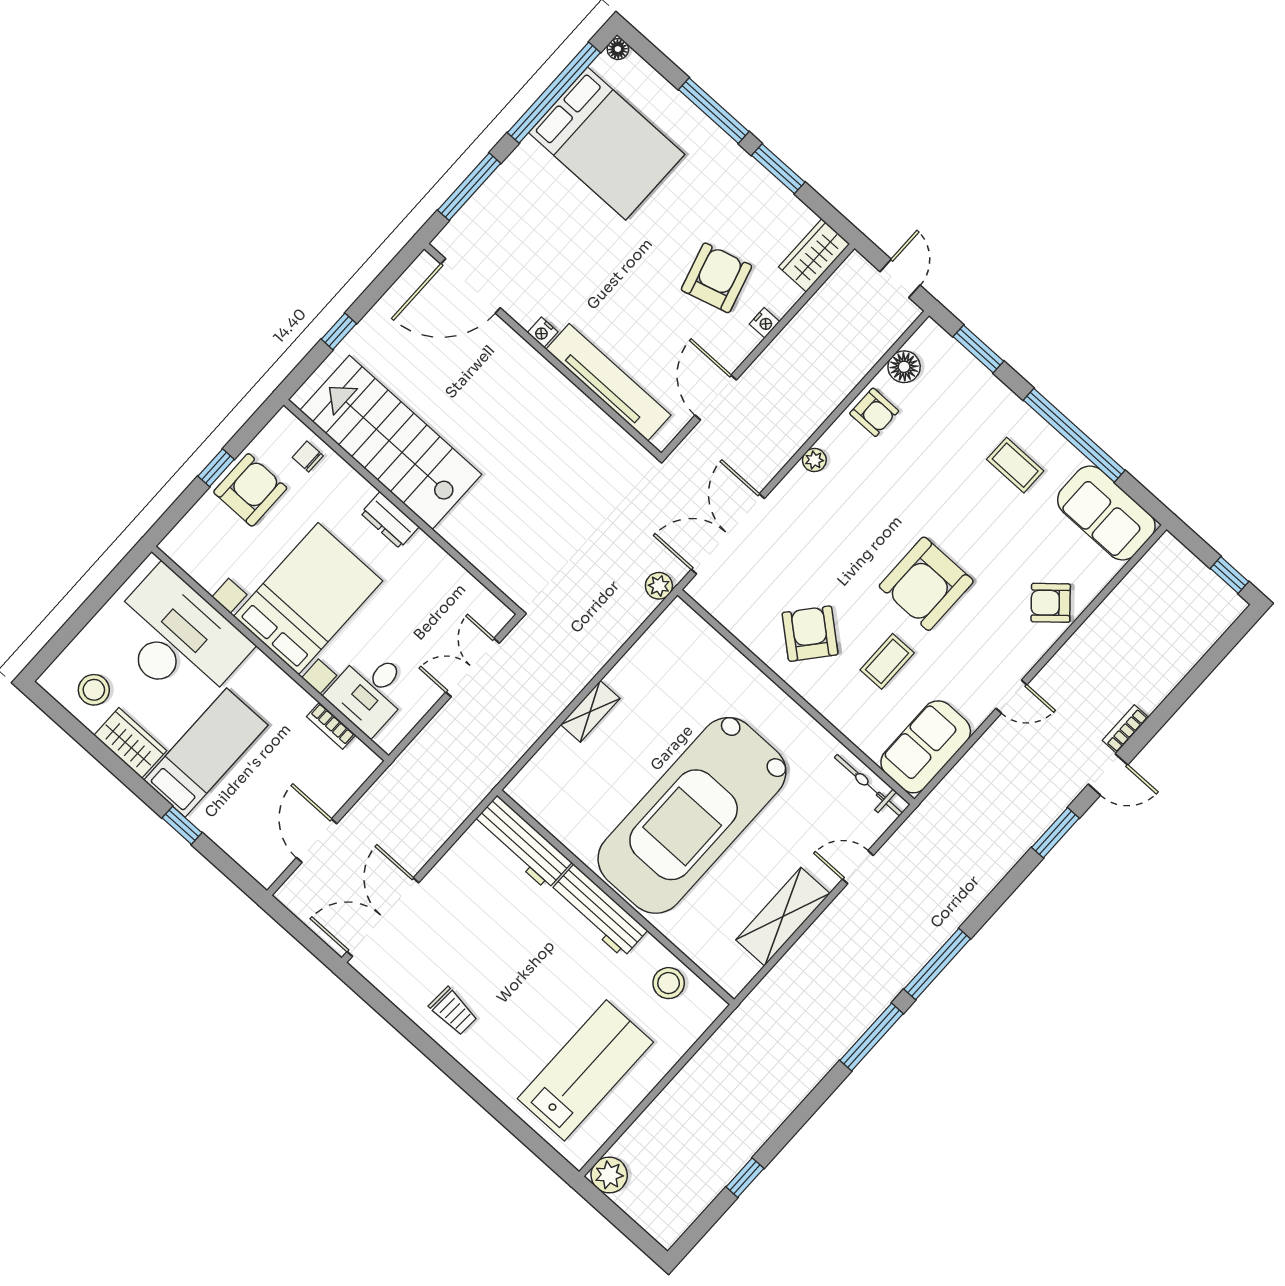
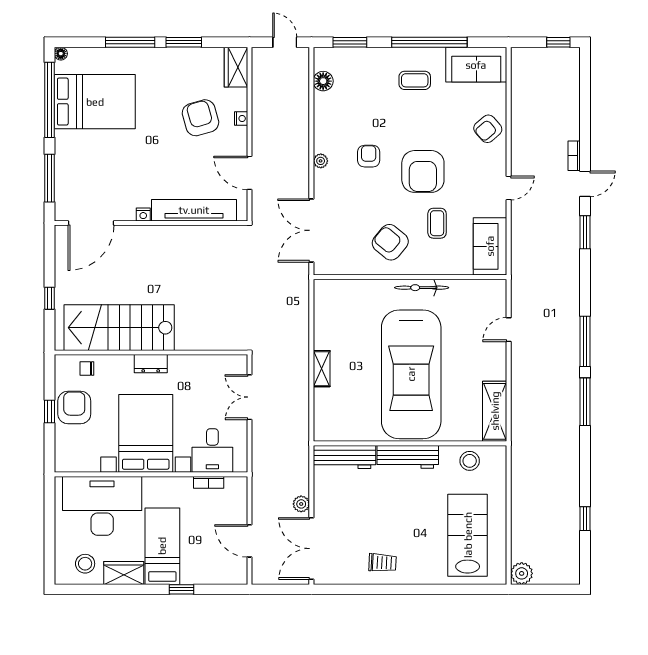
armchair: (874, 412) -> (369, 156), moved, turned -90
plant: (659, 586) -> (301, 504), moved
bicycle: (868, 785) -> (422, 288), moved
shelving: (783, 917) -> (495, 411), moved

